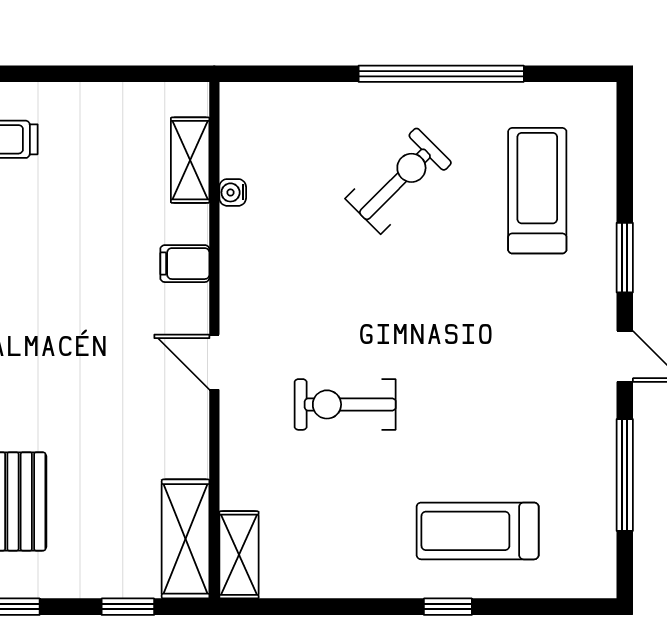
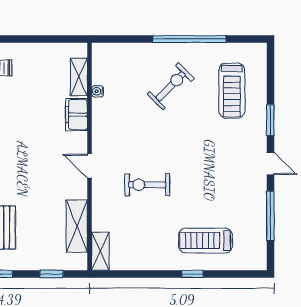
treadmill: (537, 191) -> (232, 91), turned 180
filing cabinet: (185, 264) -> (76, 115), width x2.00
shelving: (186, 539) -> (77, 226), moved

